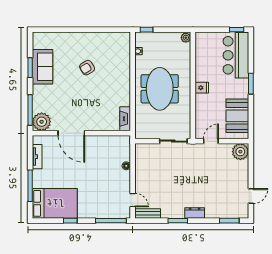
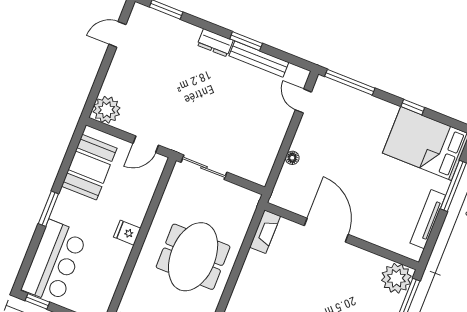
door: (71, 133) -> (326, 230), moved
tv unit: (37, 157) -> (428, 219), width x1.41
bench: (148, 214) -> (259, 59), moved, width x1.36

